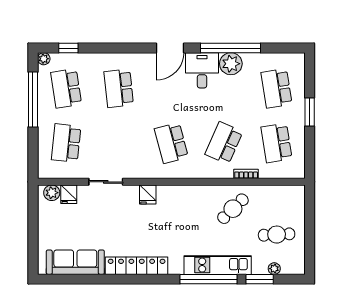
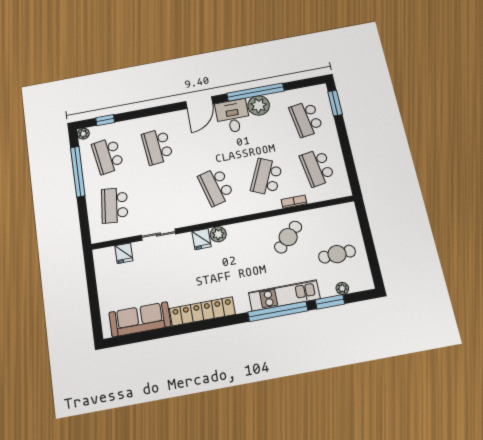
window: (310, 112) -> (335, 103), moved
plant: (52, 193) -> (218, 234), moved

